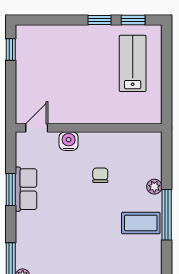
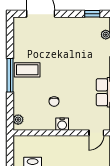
water cooler: (69, 141) -> (62, 124), moved
plant: (154, 187) -> (18, 120), moved

